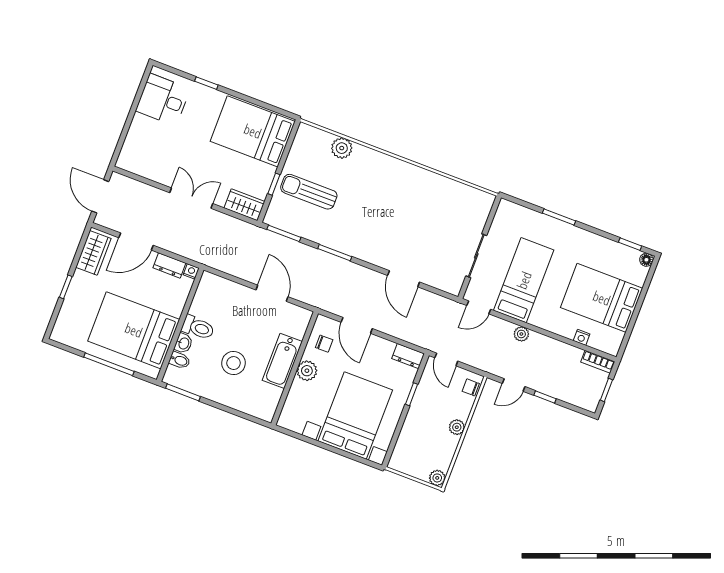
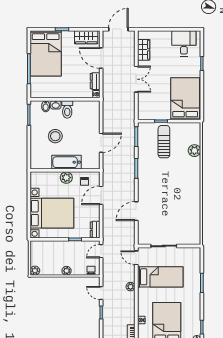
wardrobe: (244, 205) -> (144, 50), moved
bed: (134, 330) -> (46, 53), moved, turned 180

